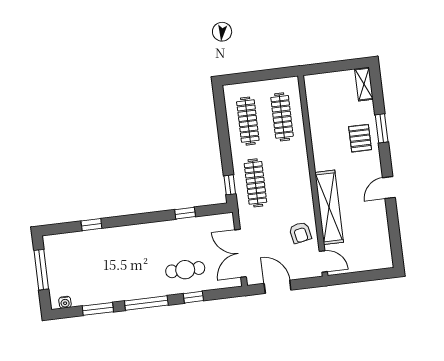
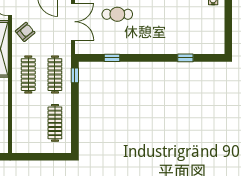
clothes rail: (282, 117) -> (28, 75), moved
armchair: (300, 233) -> (25, 32), turned 61
window: (41, 270) -> (228, 28), removed

